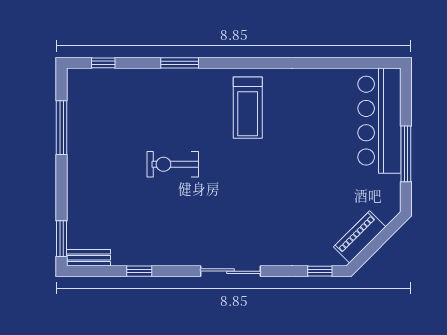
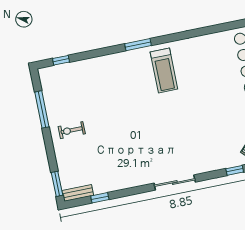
window: (180, 63) -> (138, 45), moved
exercise bike: (173, 164) -> (72, 130), moved, width x0.73, depth x0.72
window: (139, 271) -> (100, 198), moved

